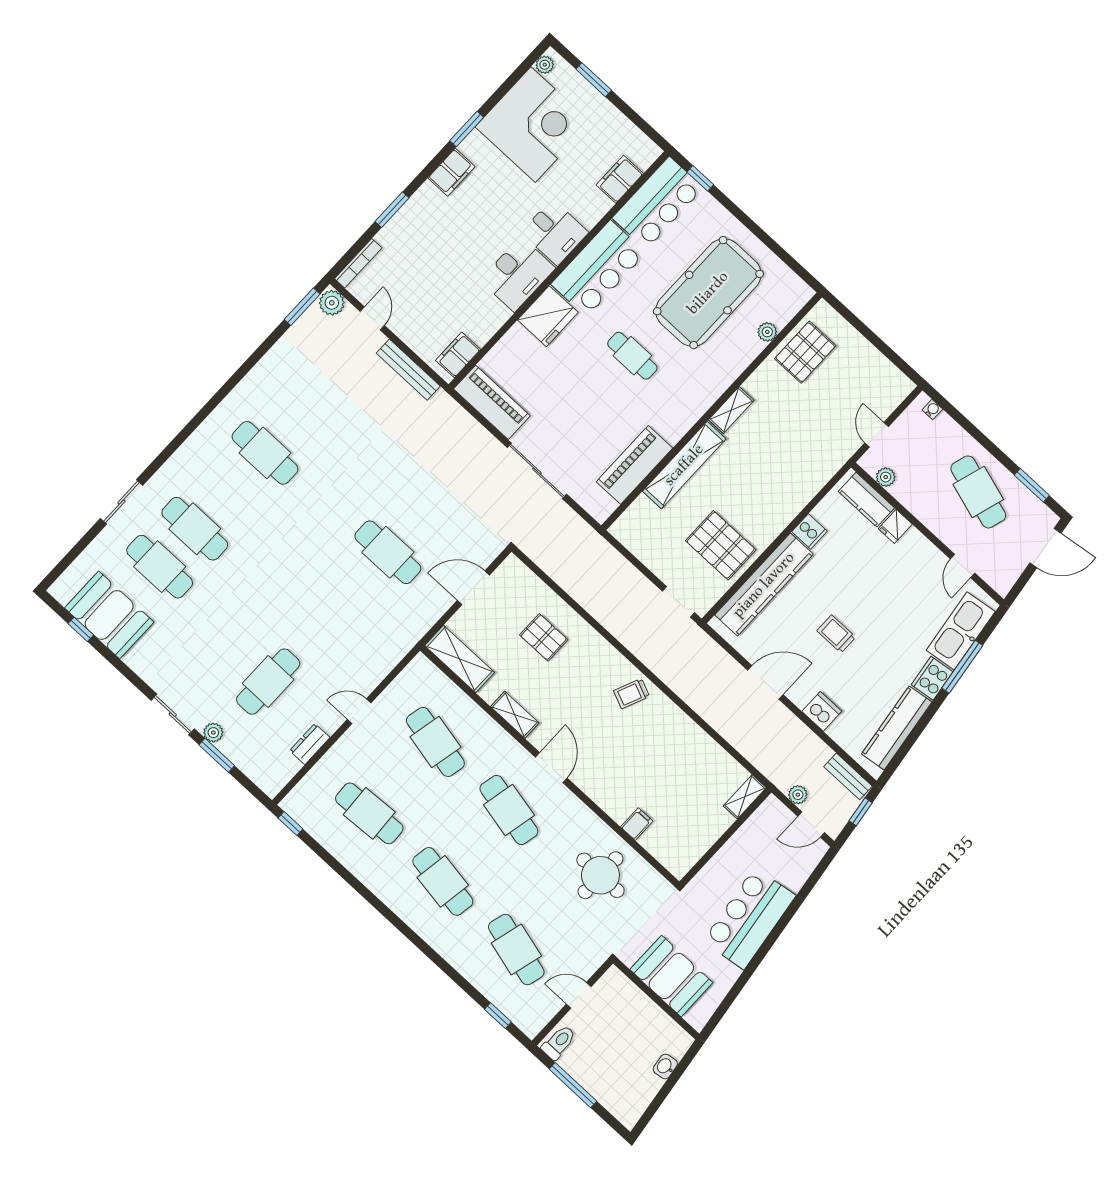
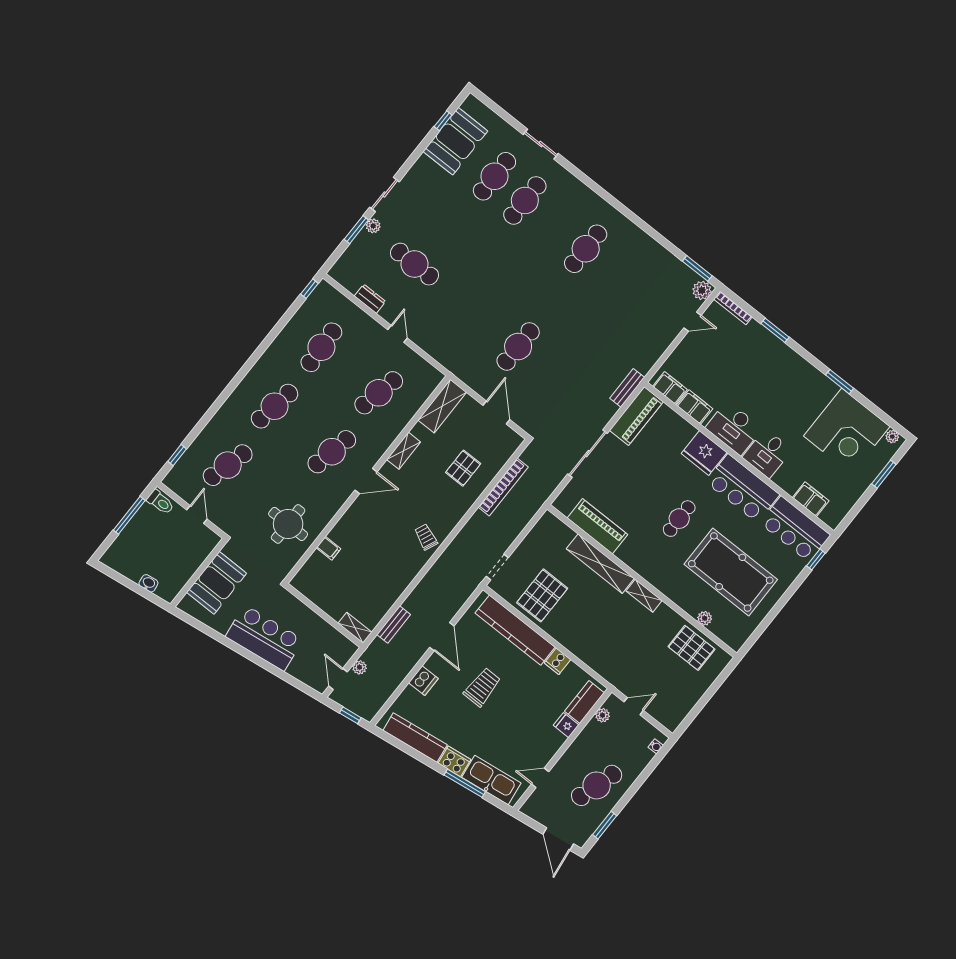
filing cabinet: (451, 172) -> (695, 407), moved, turned 180
bench: (408, 370) -> (627, 388), moved, width x0.73
bookcase: (573, 586) -> (503, 487), added
trolley: (836, 634) -> (482, 687), width x1.36, depth x1.39
bench: (848, 776) -> (394, 624), moved

